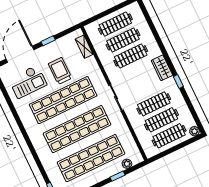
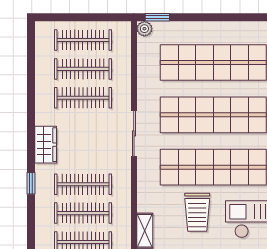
window: (178, 81) -> (31, 183), moved
plant: (195, 131) -> (43, 29), removed
plant: (127, 164) -> (144, 29), moved
window: (118, 176) -> (157, 17), moved

